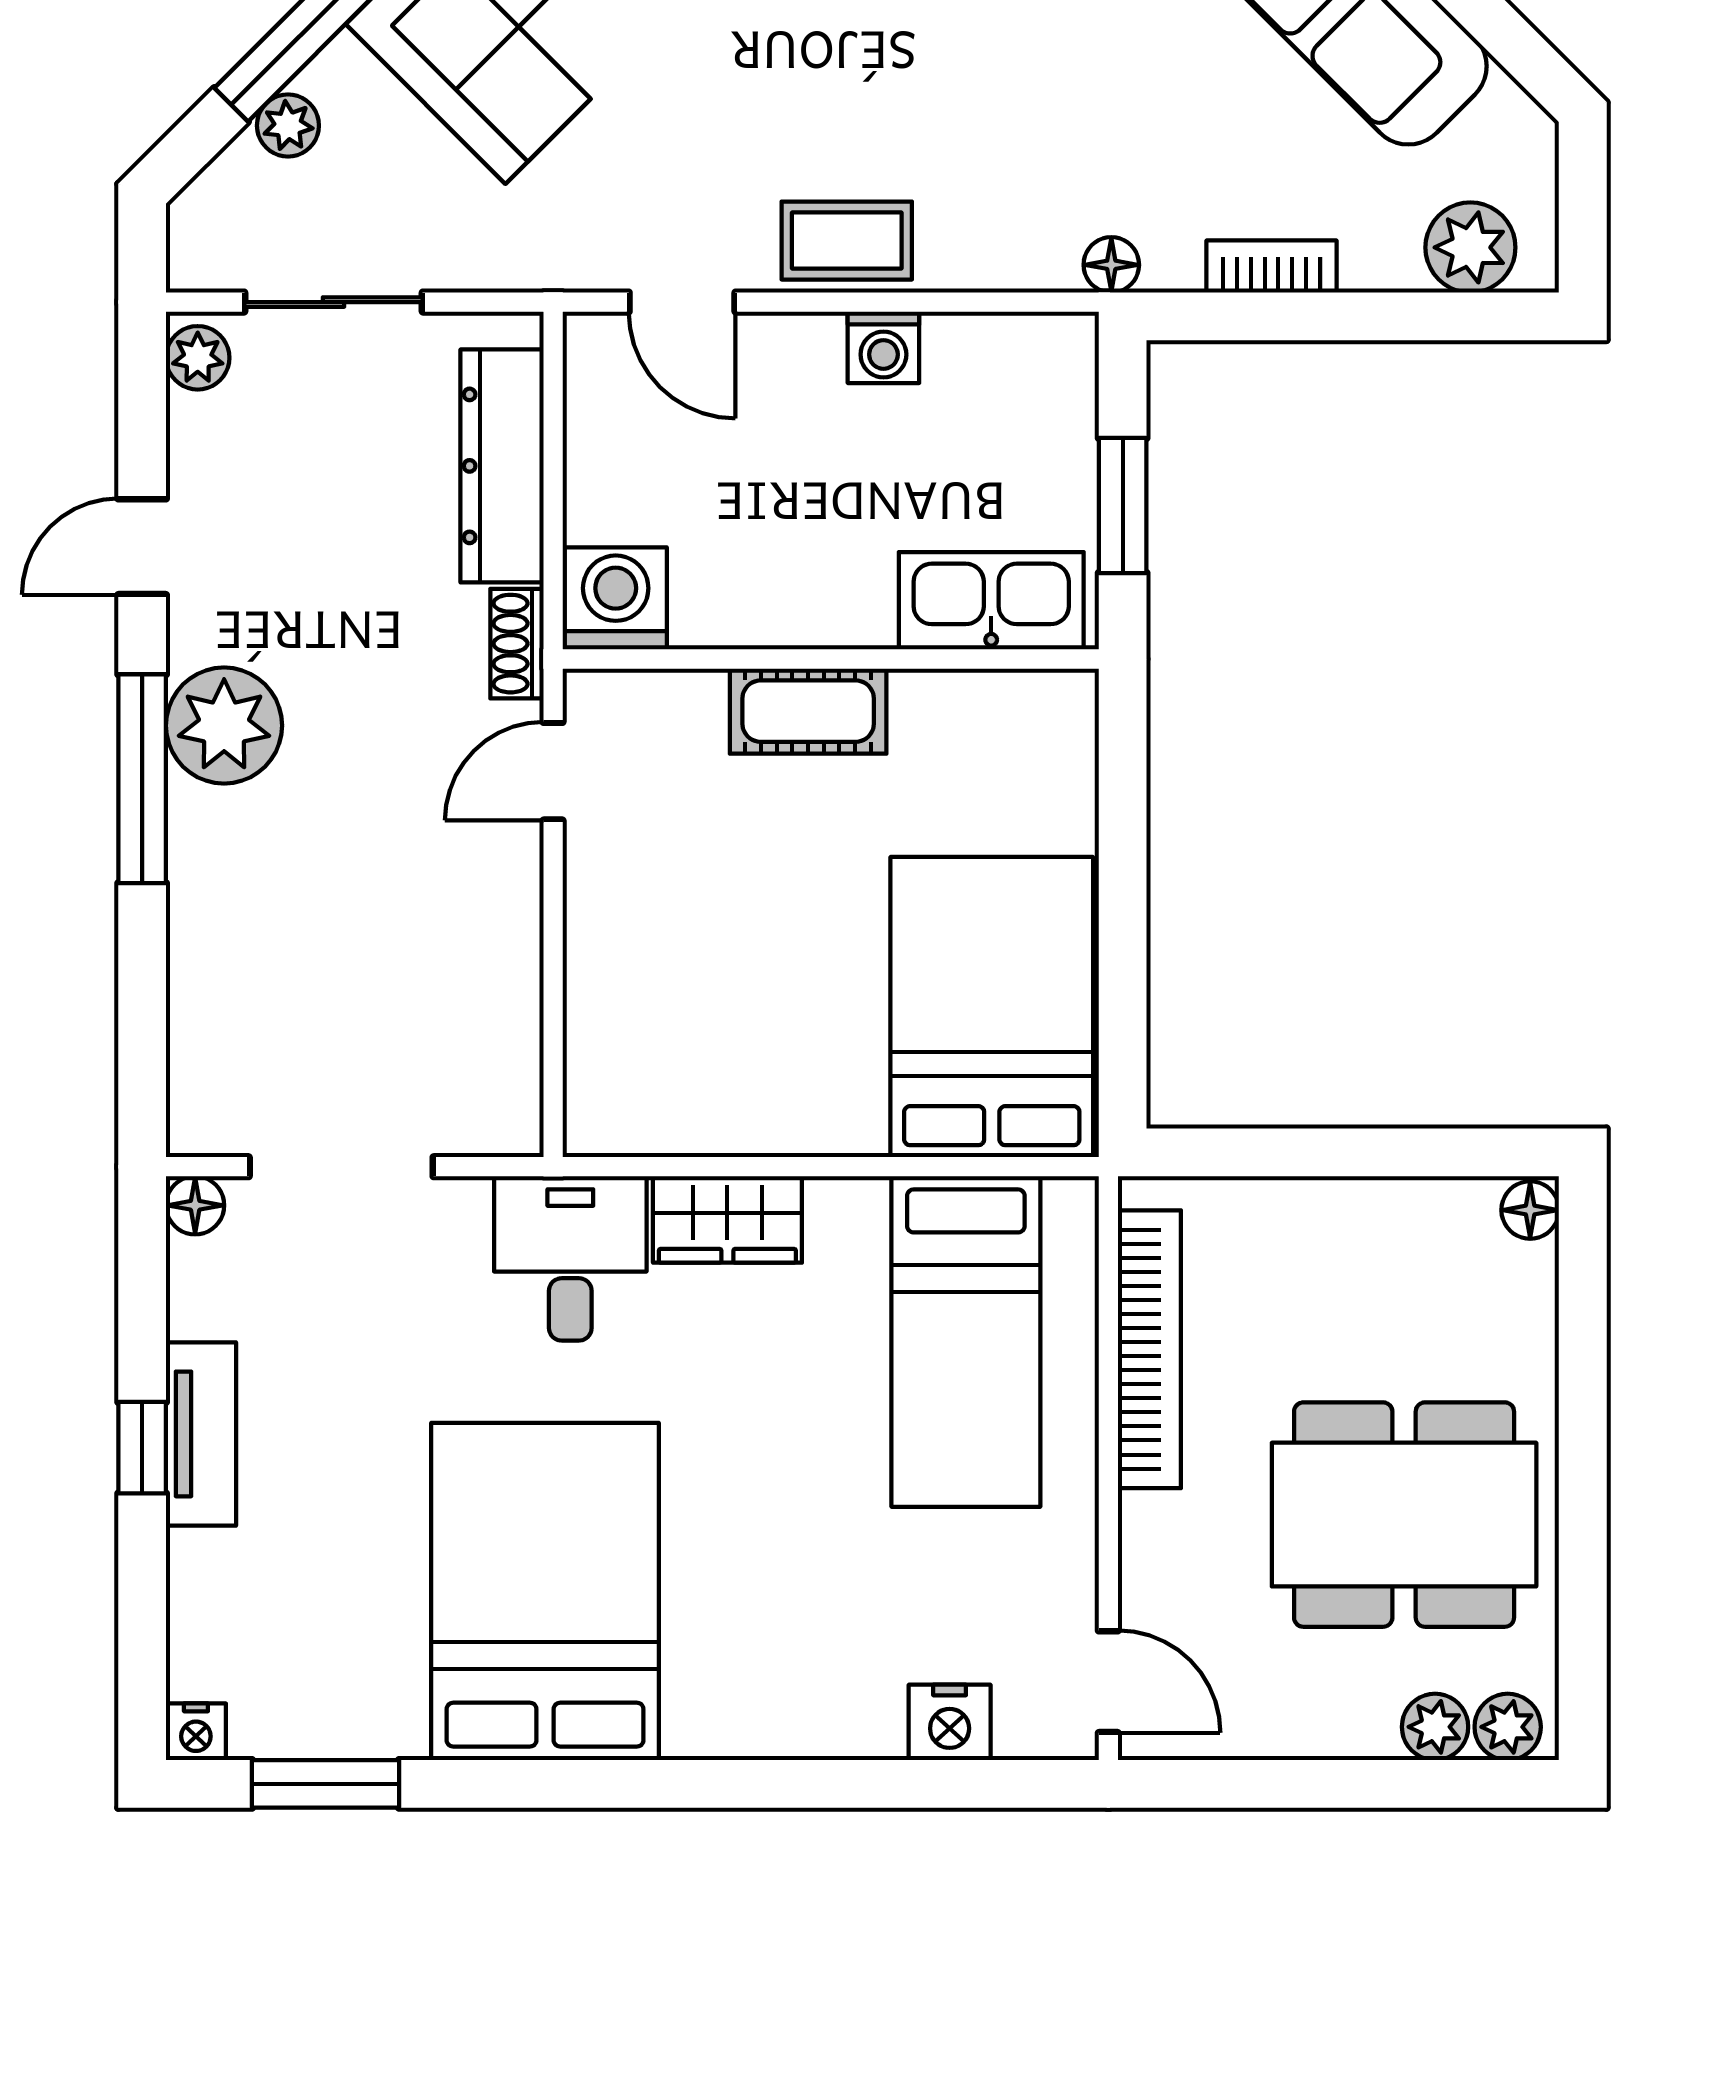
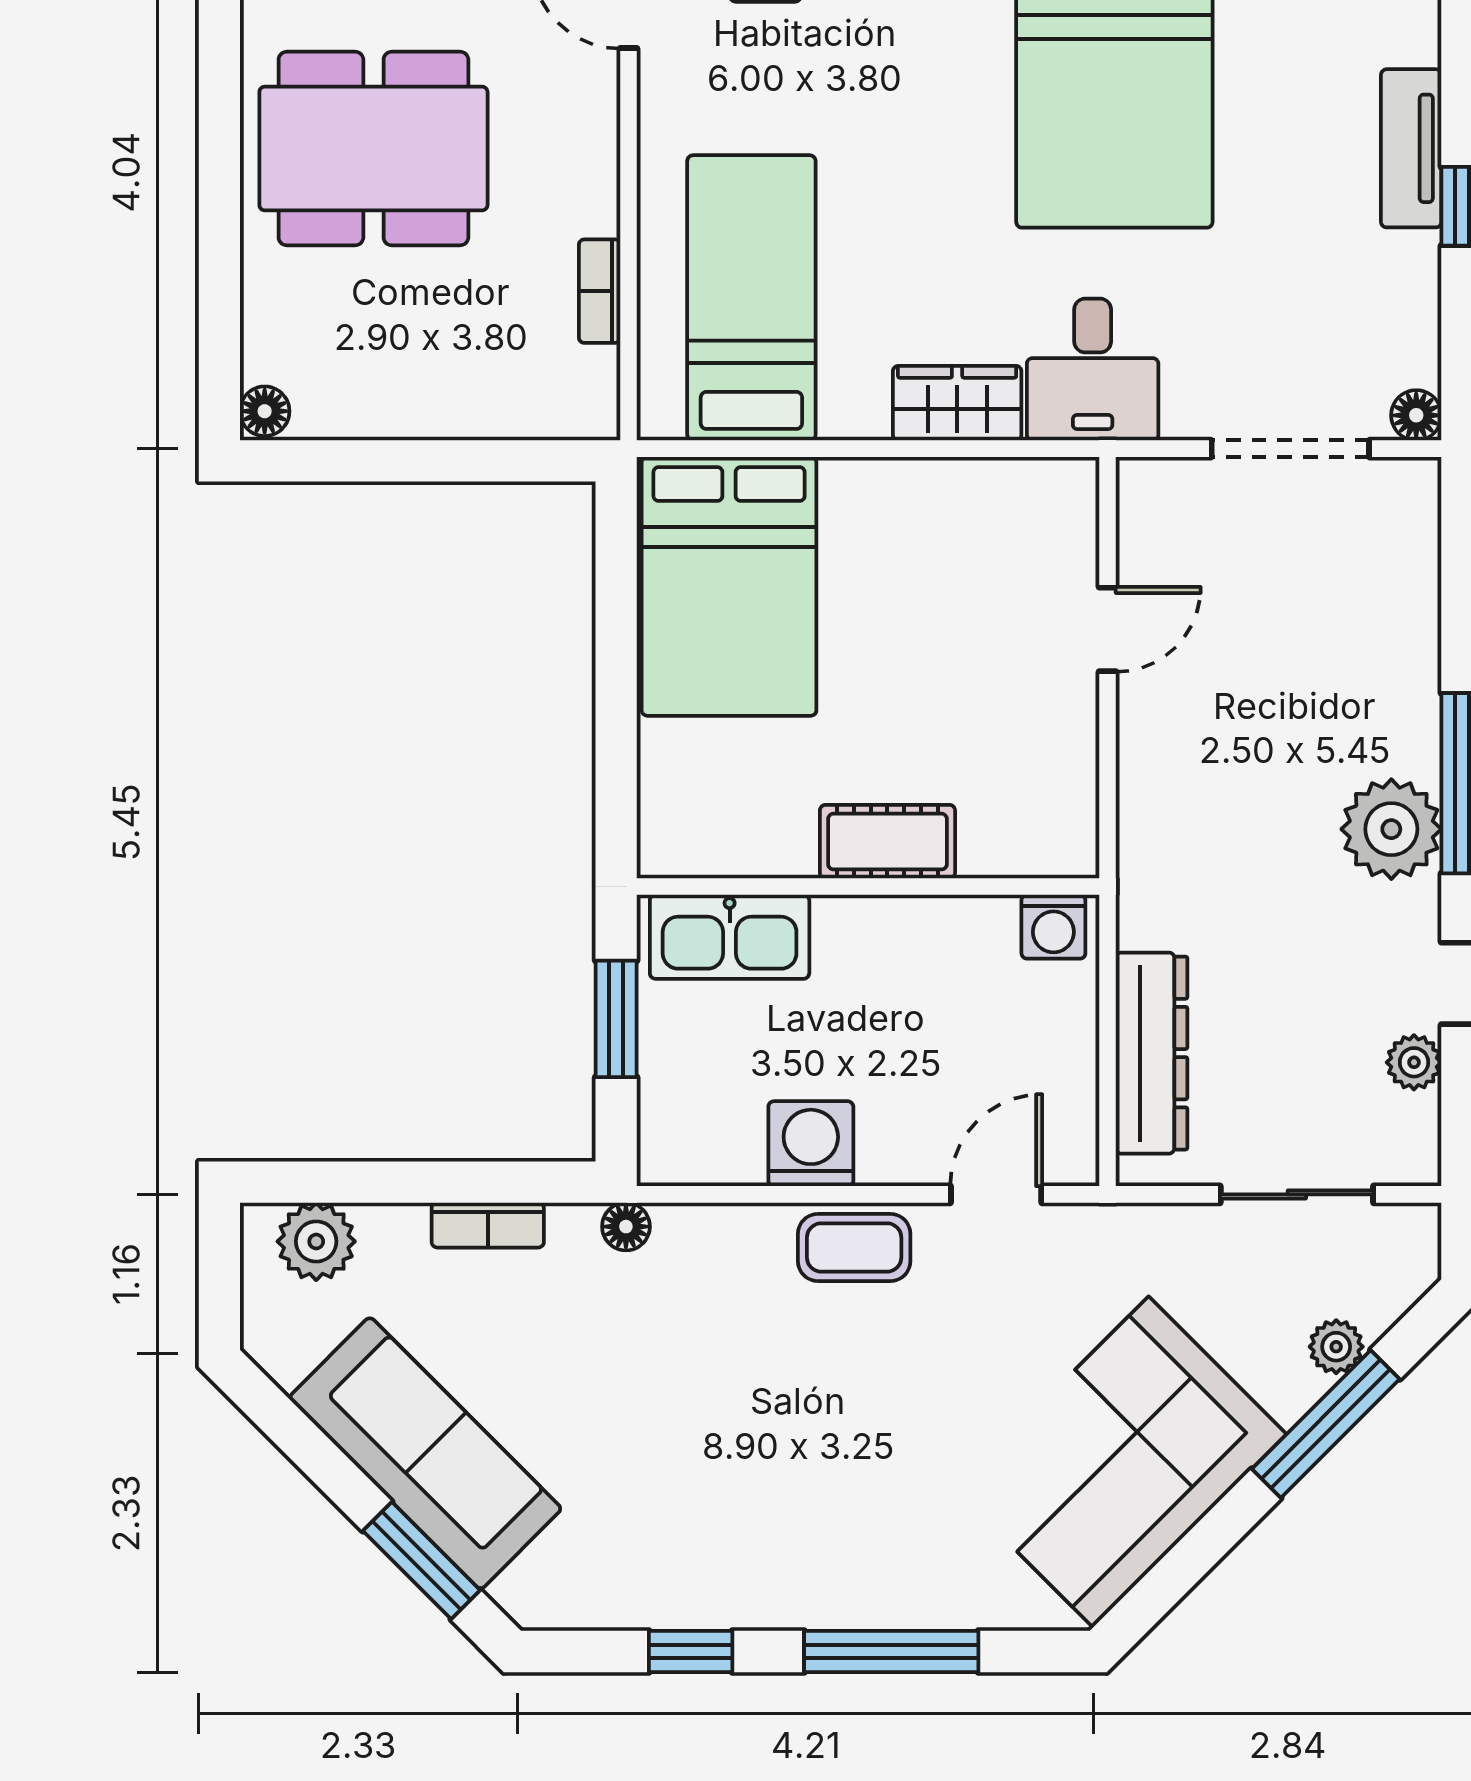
door: (682, 302) -> (996, 1194), hinge flipped
washing machine: (883, 347) -> (811, 1144), width x1.38, depth x1.38
plant: (198, 358) -> (1414, 1062), moved
washing machine: (616, 598) -> (1053, 927), width x0.73, depth x0.73
shoe rack: (517, 644) -> (1139, 900), removed
door: (553, 771) -> (1107, 629), moved
bookcase: (1149, 1349) -> (600, 291), width x0.43, depth x0.76
tv unit: (201, 1434) -> (1411, 148), moved

